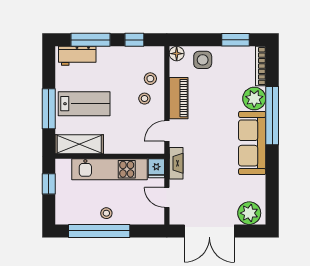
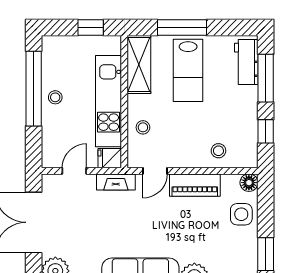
stool: (144, 99) -> (143, 127), moved
door: (167, 131) -> (155, 171), swing flipped

